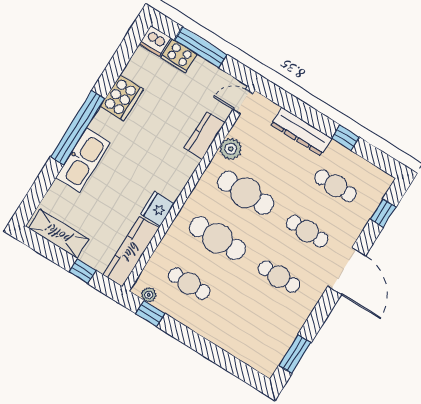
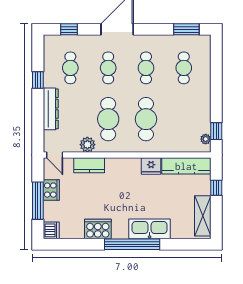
cooker: (179, 56) -> (51, 190), moved
cafe table: (189, 284) -> (184, 68), moved

